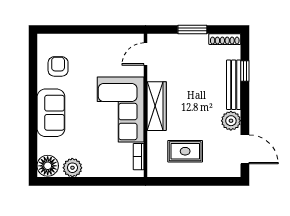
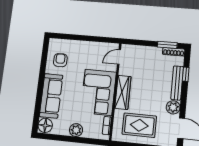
window: (192, 30) -> (167, 45), moved
sofa: (51, 113) -> (51, 96), width x1.36
rug: (185, 151) -> (139, 125), width x1.36, depth x1.43
plant: (72, 168) -> (76, 130), moved

